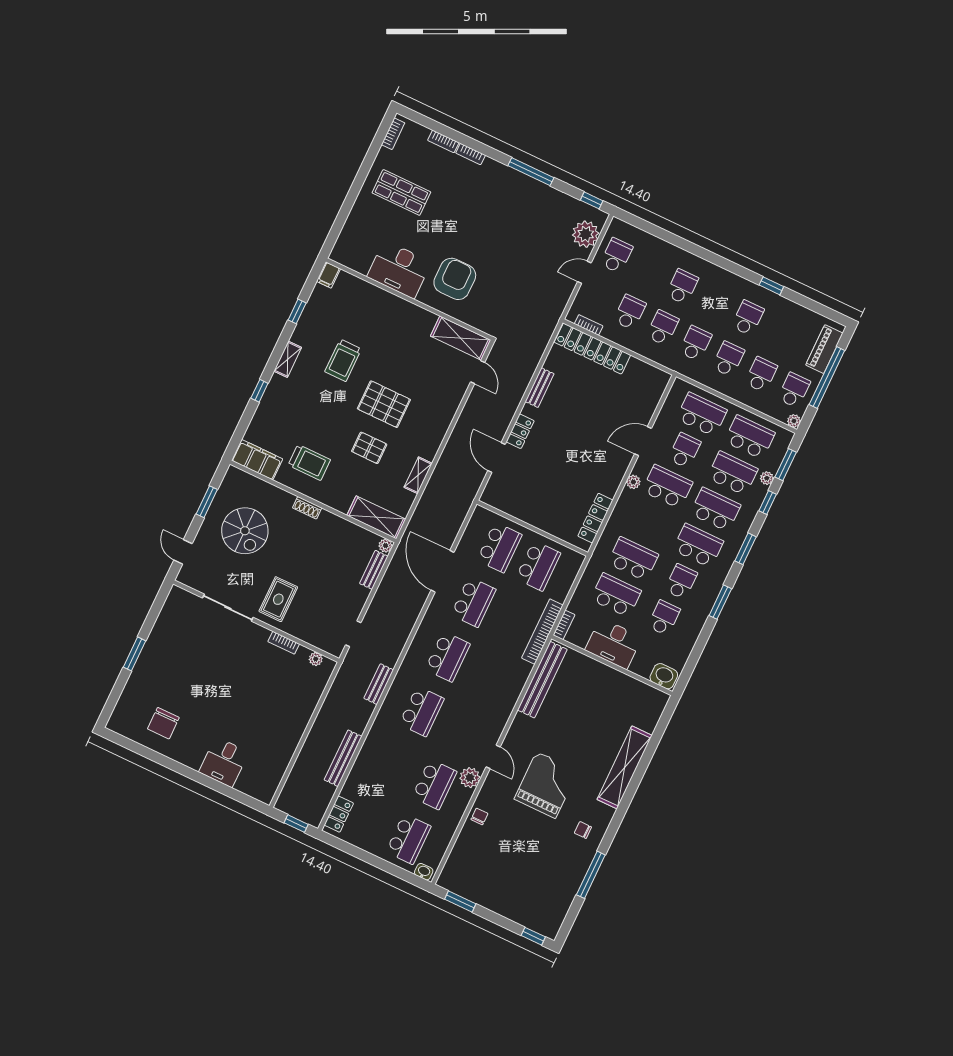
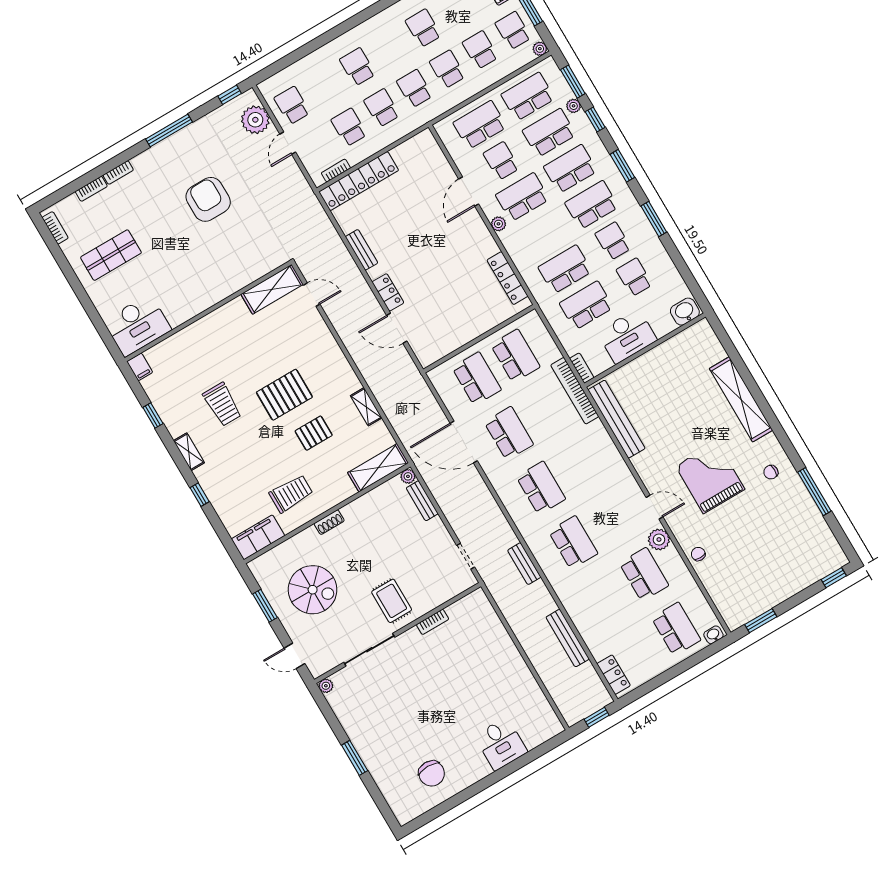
desk: (399, 269) -> (137, 325), moved
armchair: (455, 279) -> (208, 199), moved
plant: (316, 659) -> (326, 686), moved

